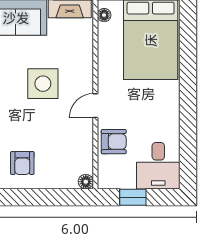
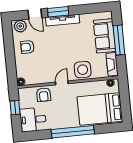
side table: (43, 84) -> (83, 70), moved
window: (188, 94) -> (73, 132), added
door: (95, 106) -> (62, 83), hinge flipped

